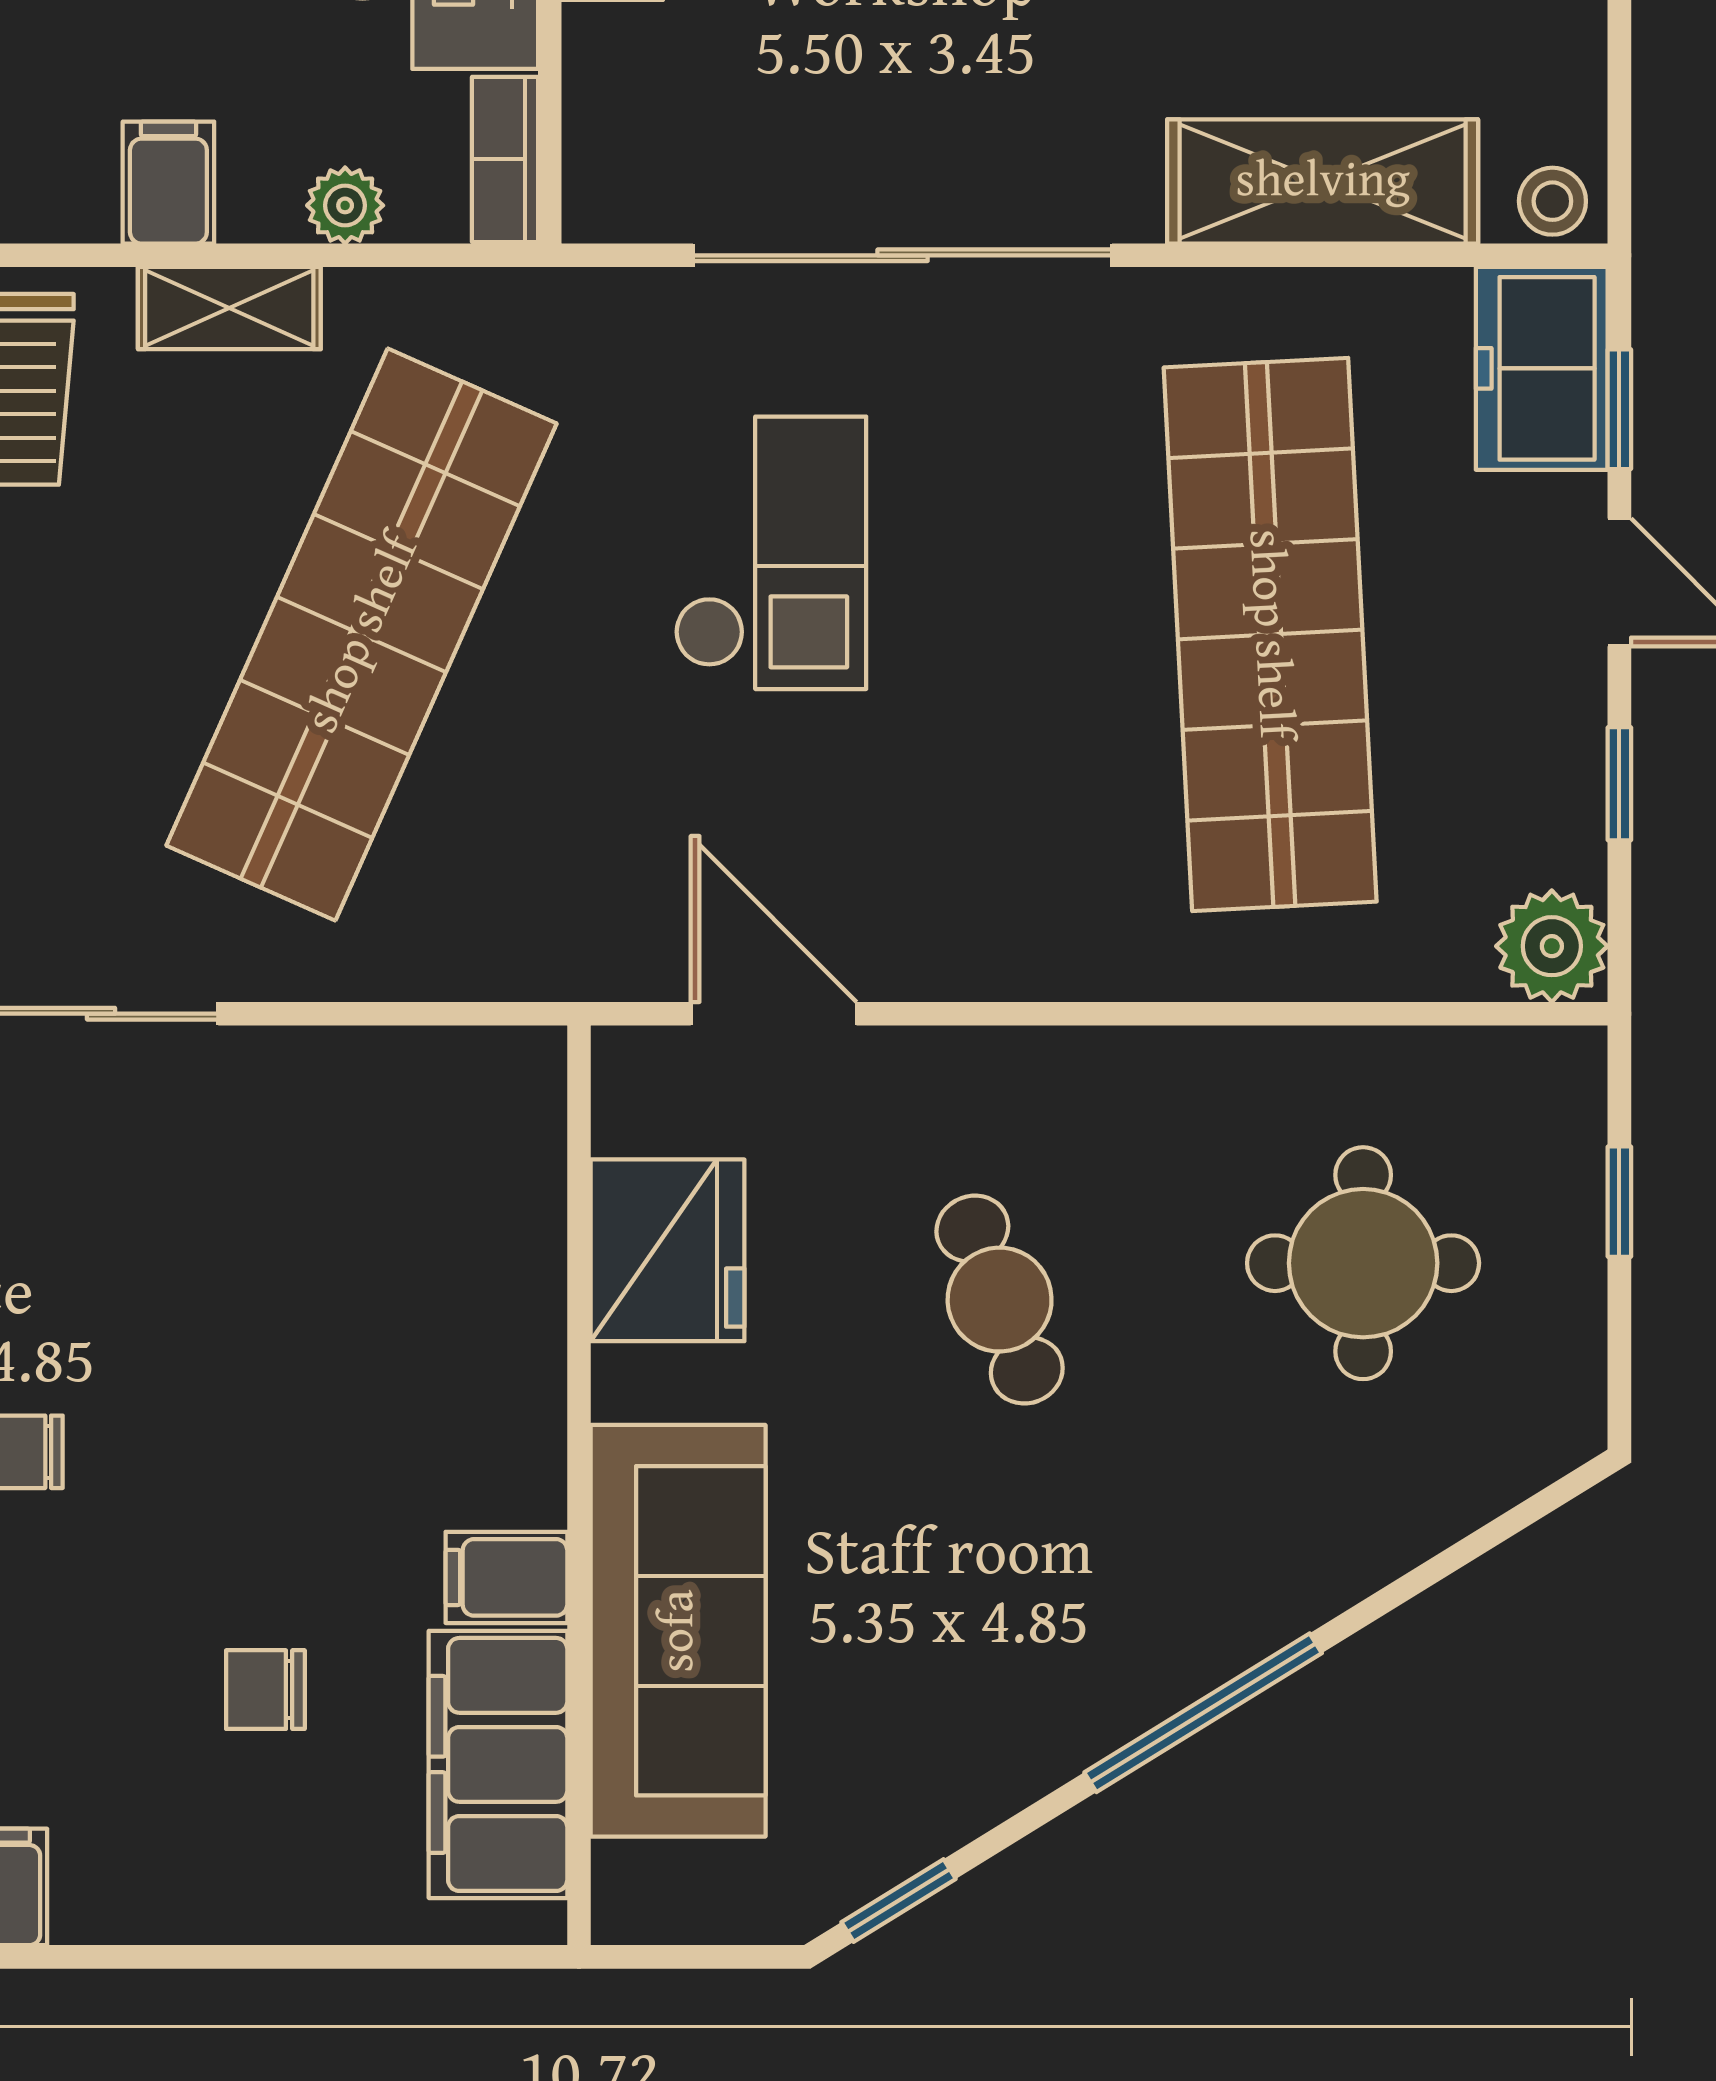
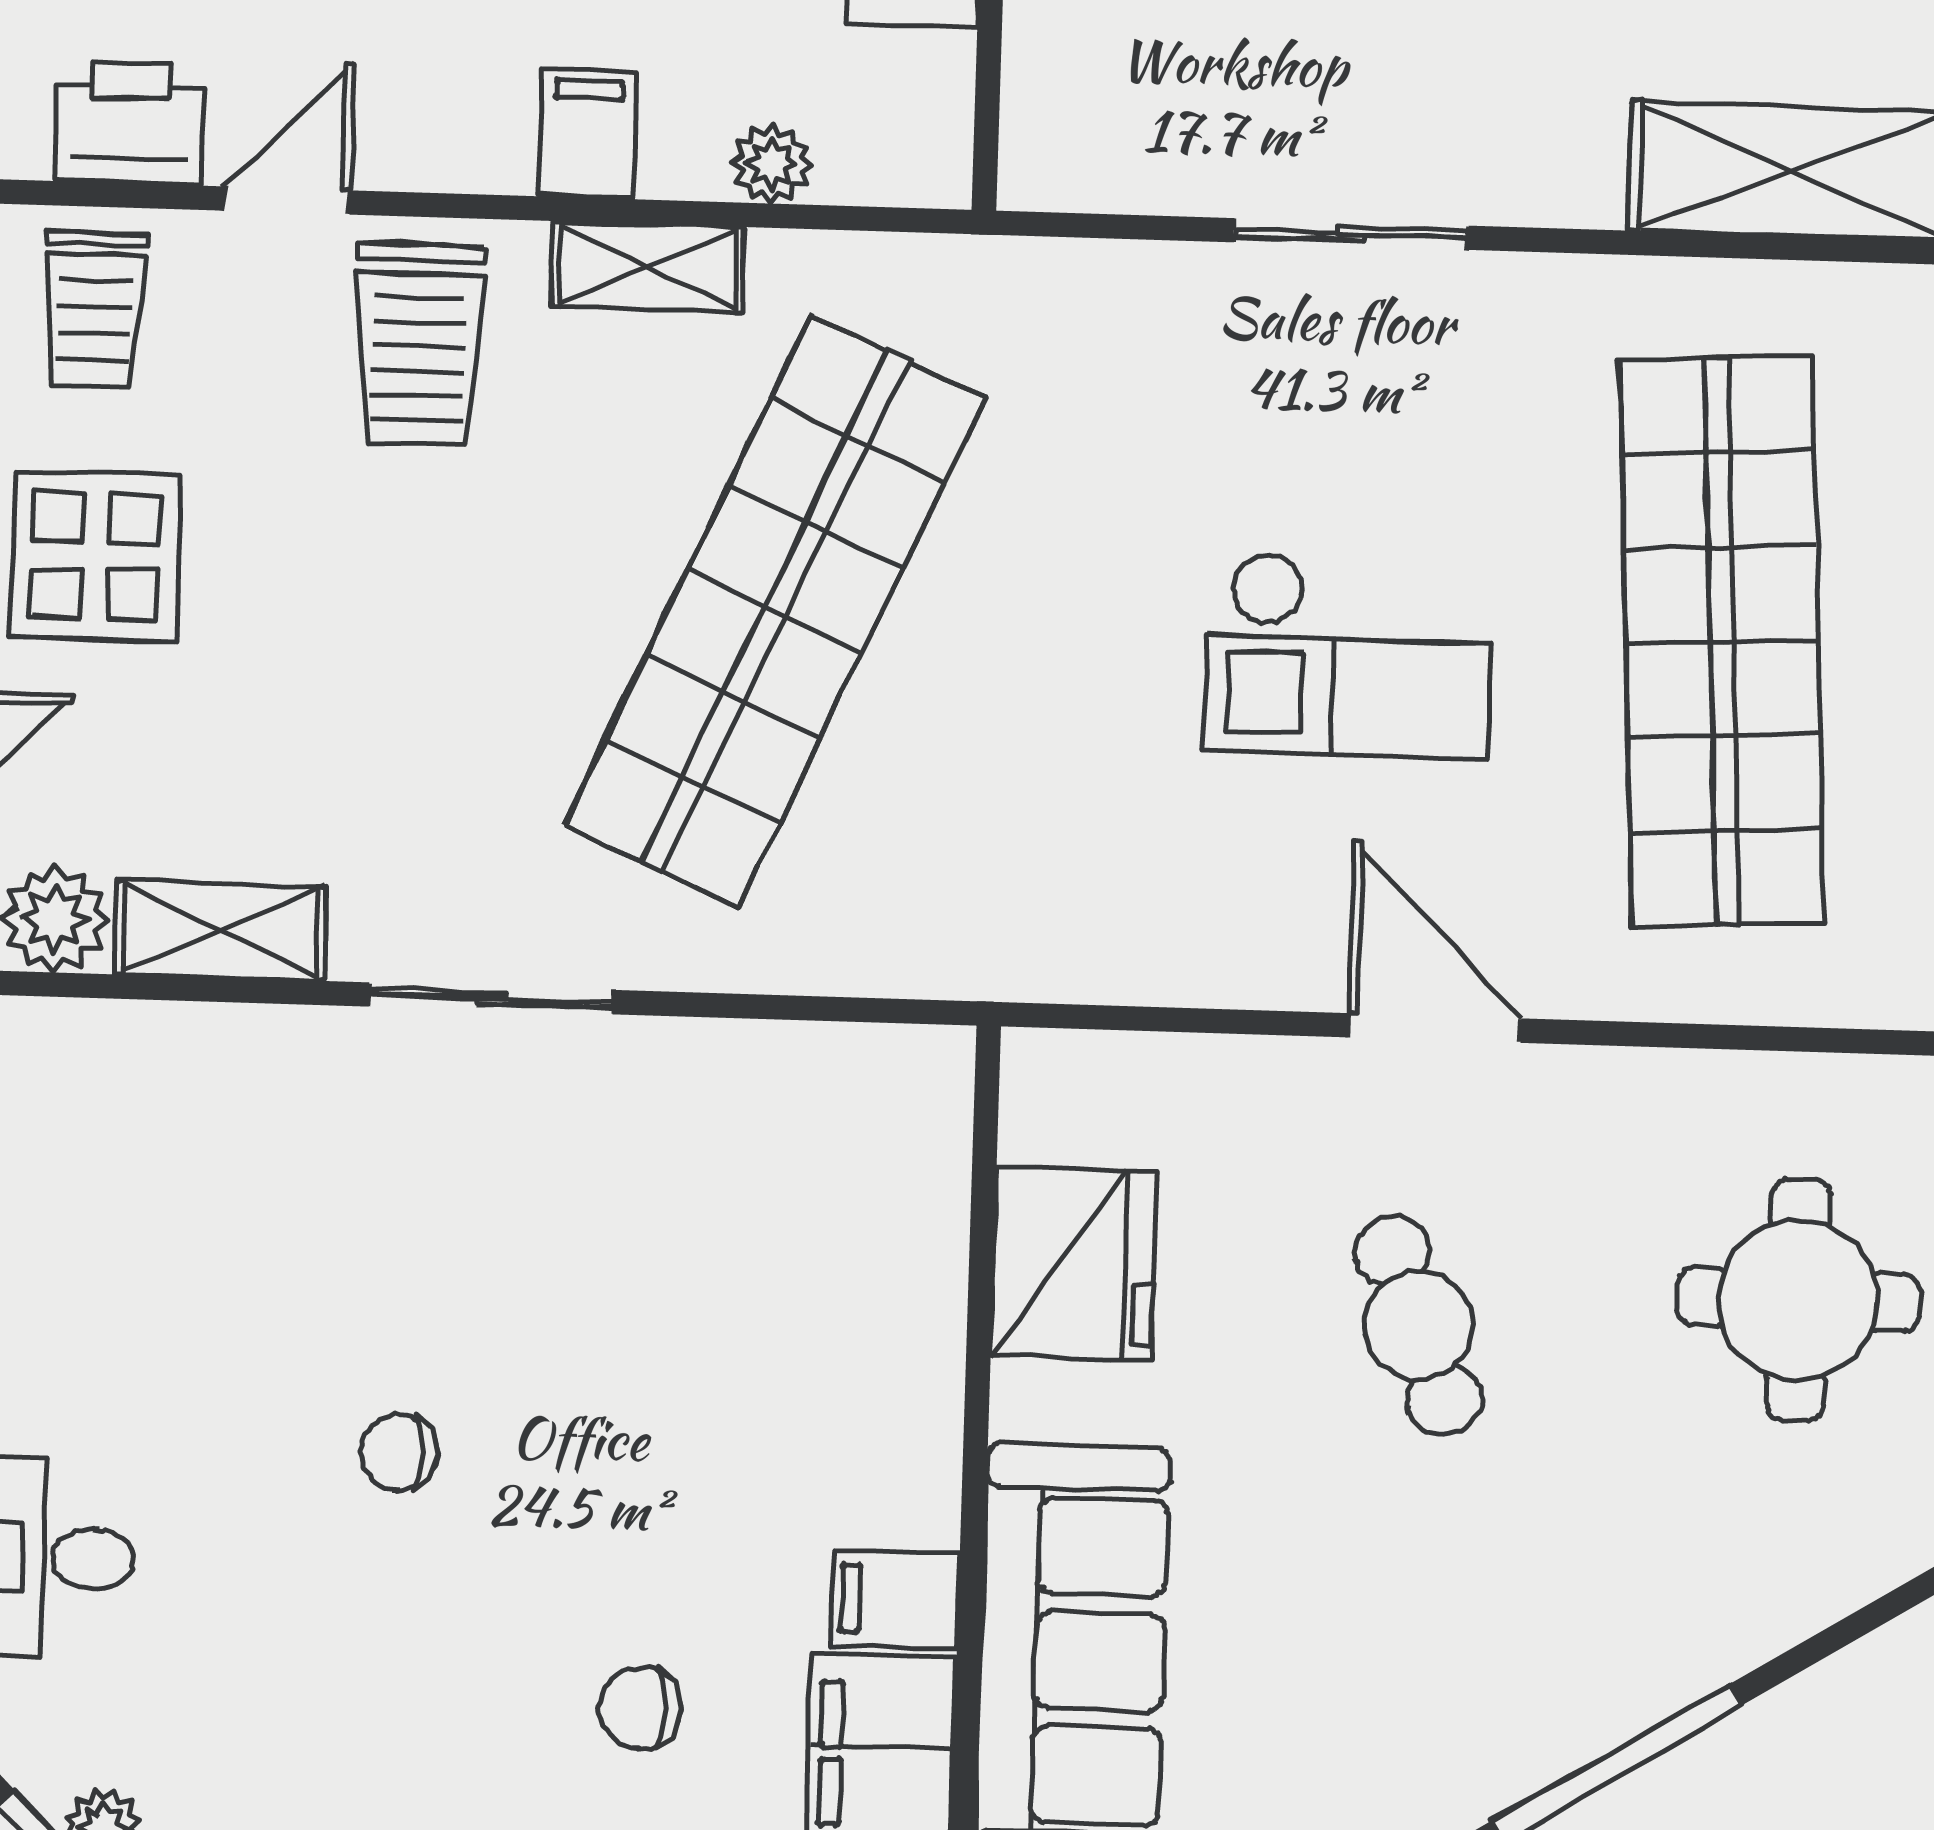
bookcase: (505, 159) -> (940, 121), removed
sliding door: (903, 255) -> (1351, 234), width x0.54
checkout: (771, 553) -> (1348, 655), moved, turned 90
door: (774, 1014) -> (1434, 1028), moved

